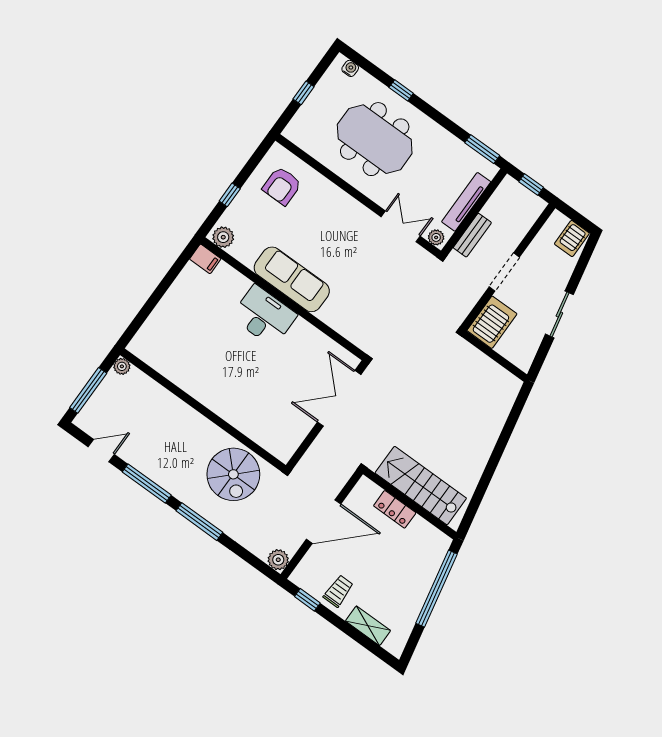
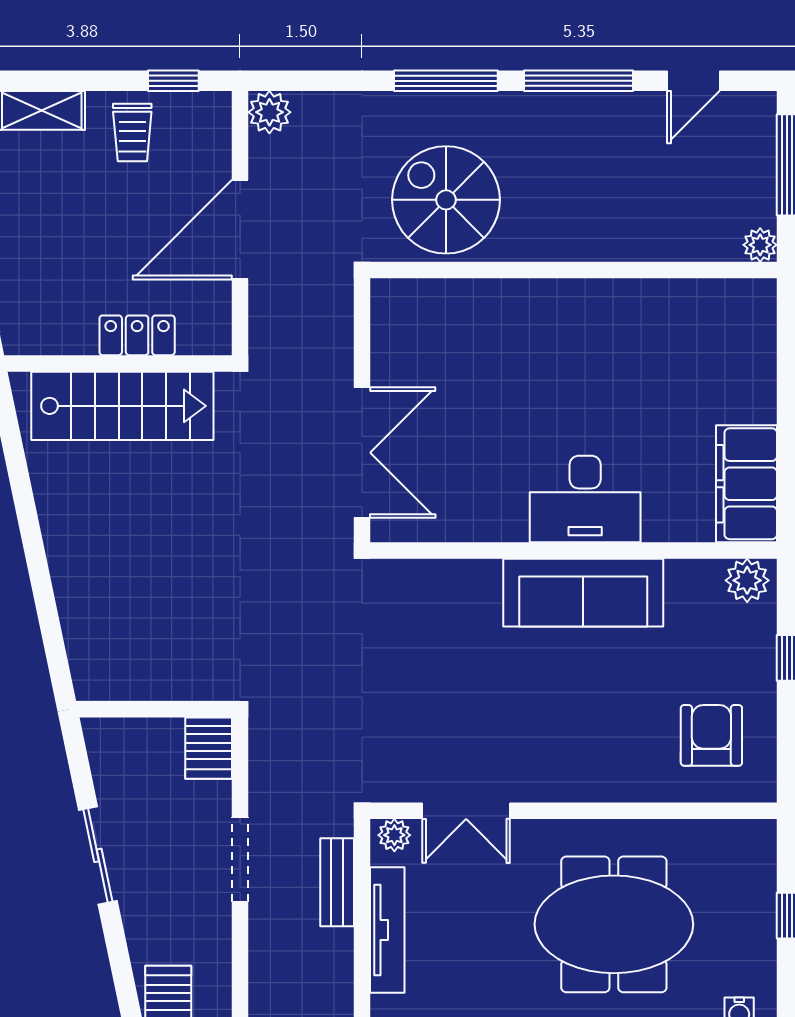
filing cabinet: (205, 259) -> (747, 484), width x3.00, depth x1.17
server rack: (492, 322) -> (209, 748), width x0.73, depth x0.70

